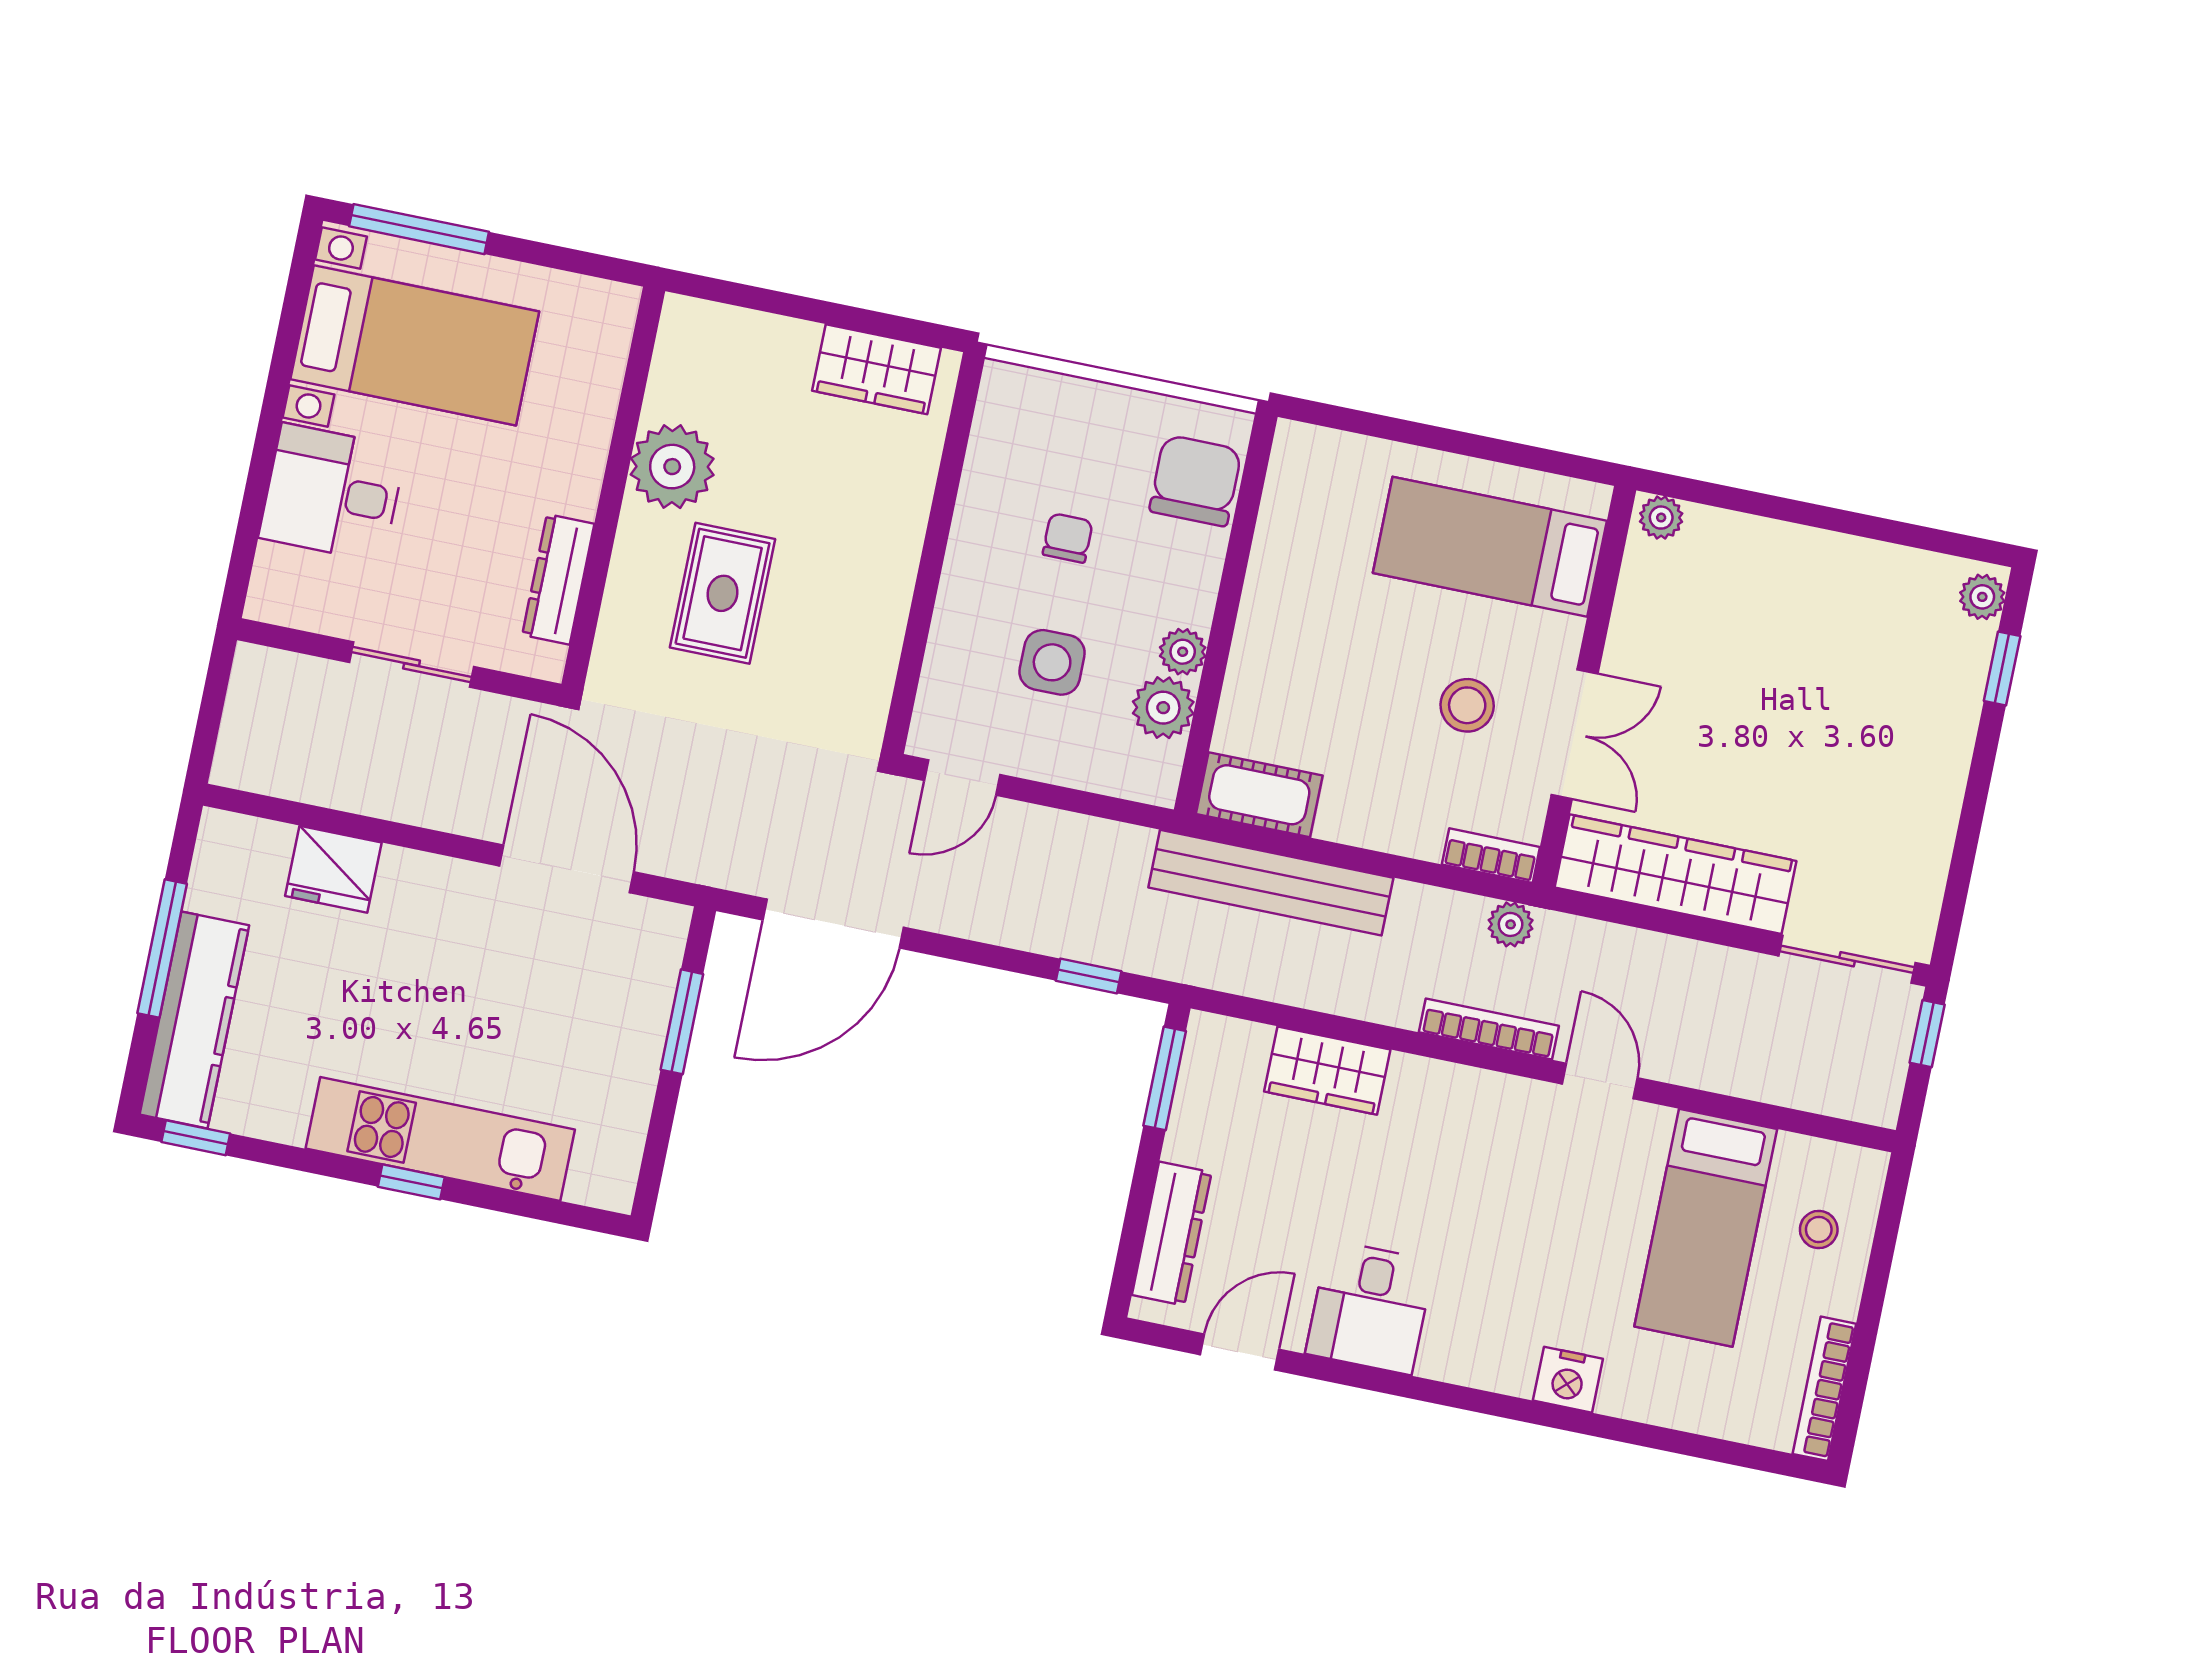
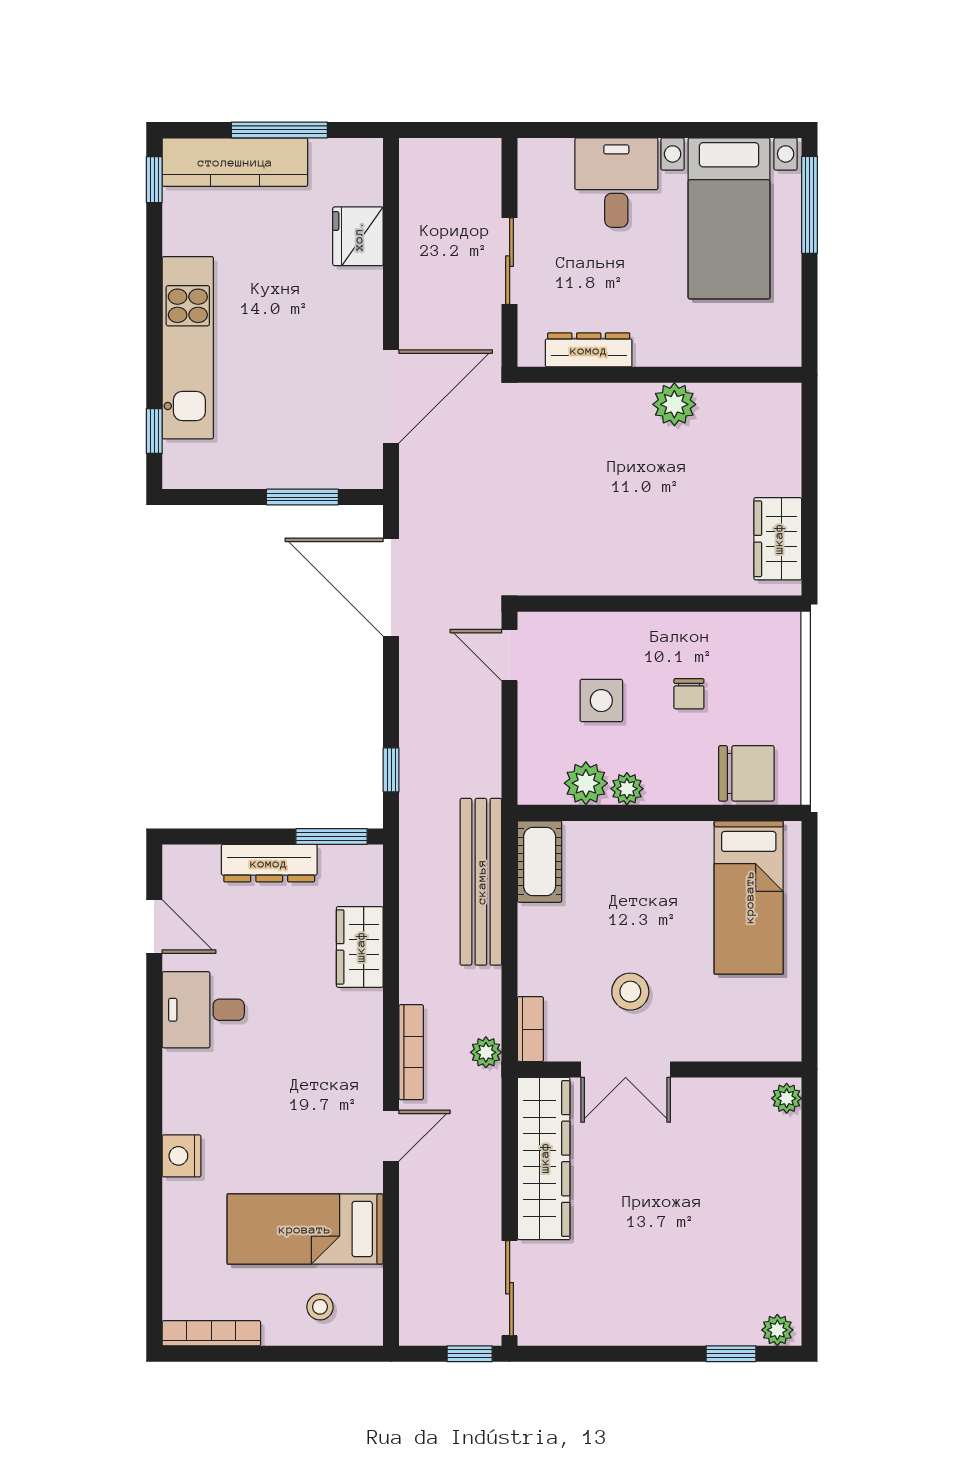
plant: (672, 467) -> (674, 404), width x0.73, depth x0.73
chair: (1068, 538) -> (689, 694), turned 90
bed: (1490, 547) -> (749, 897), moved, turned 180
rug: (722, 593) -> (602, 465), removed
window: (411, 1182) -> (154, 431), moved
dresser: (1172, 1234) -> (269, 863), moved

